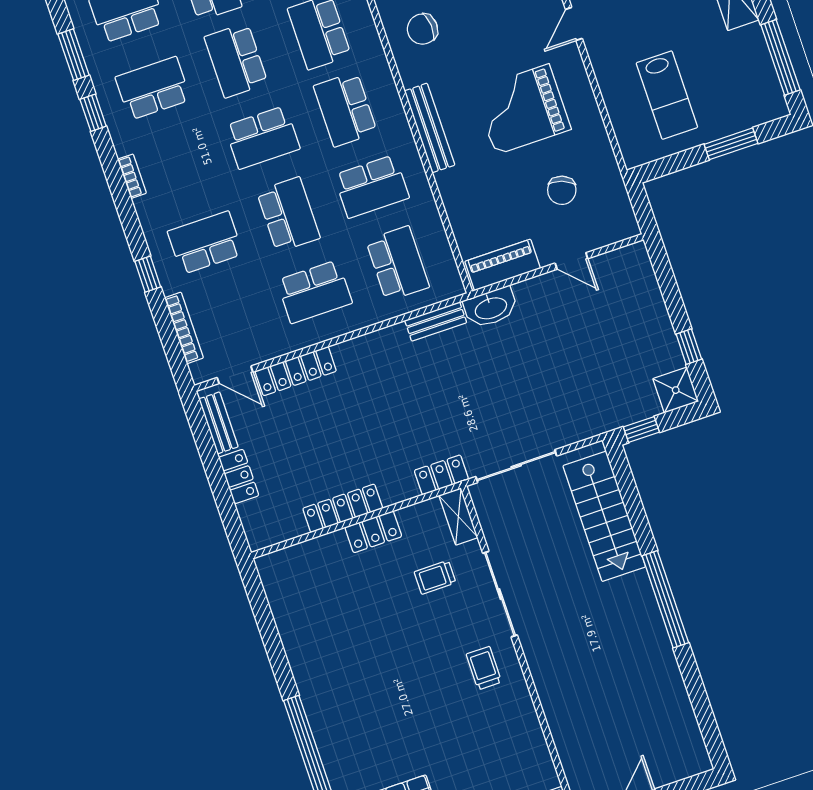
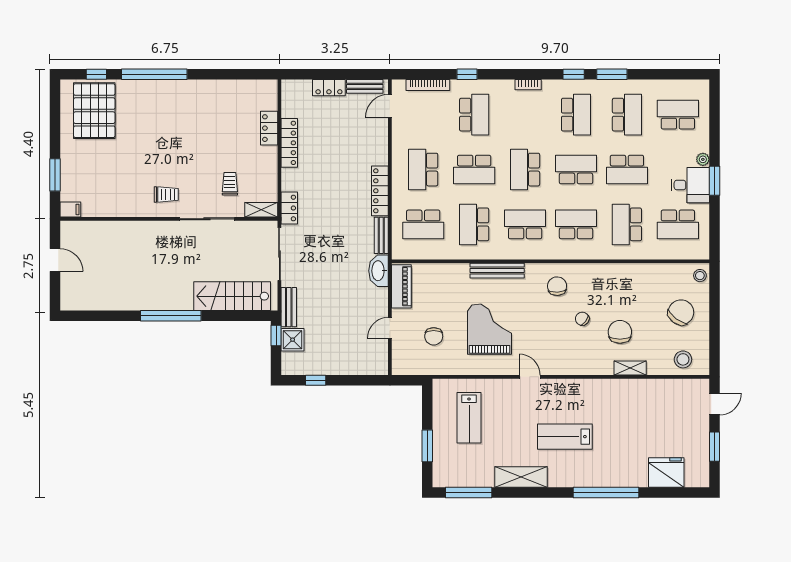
lab bench: (667, 95) -> (469, 418), turned -90
chair: (562, 190) -> (434, 336), turned -110
locker: (296, 371) -> (380, 191), moved
shower: (676, 390) -> (293, 340), moved
bench: (592, 425) -> (289, 307), added
locker: (373, 532) -> (269, 128), moved

